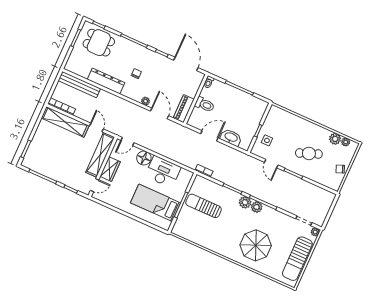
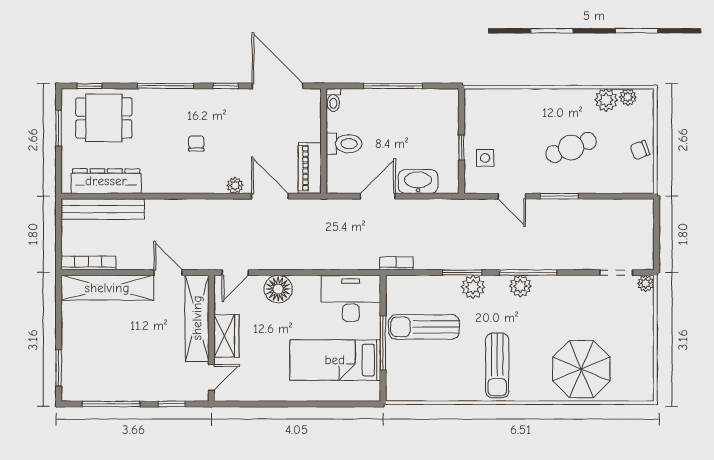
dresser: (106, 81) -> (106, 181), moved
desk: (163, 172) -> (351, 298), moved
plant: (245, 202) -> (473, 287), moved
parasol: (256, 245) -> (581, 369), moved
sun lounger: (297, 259) -> (497, 365), moved, width x0.73, depth x0.75

